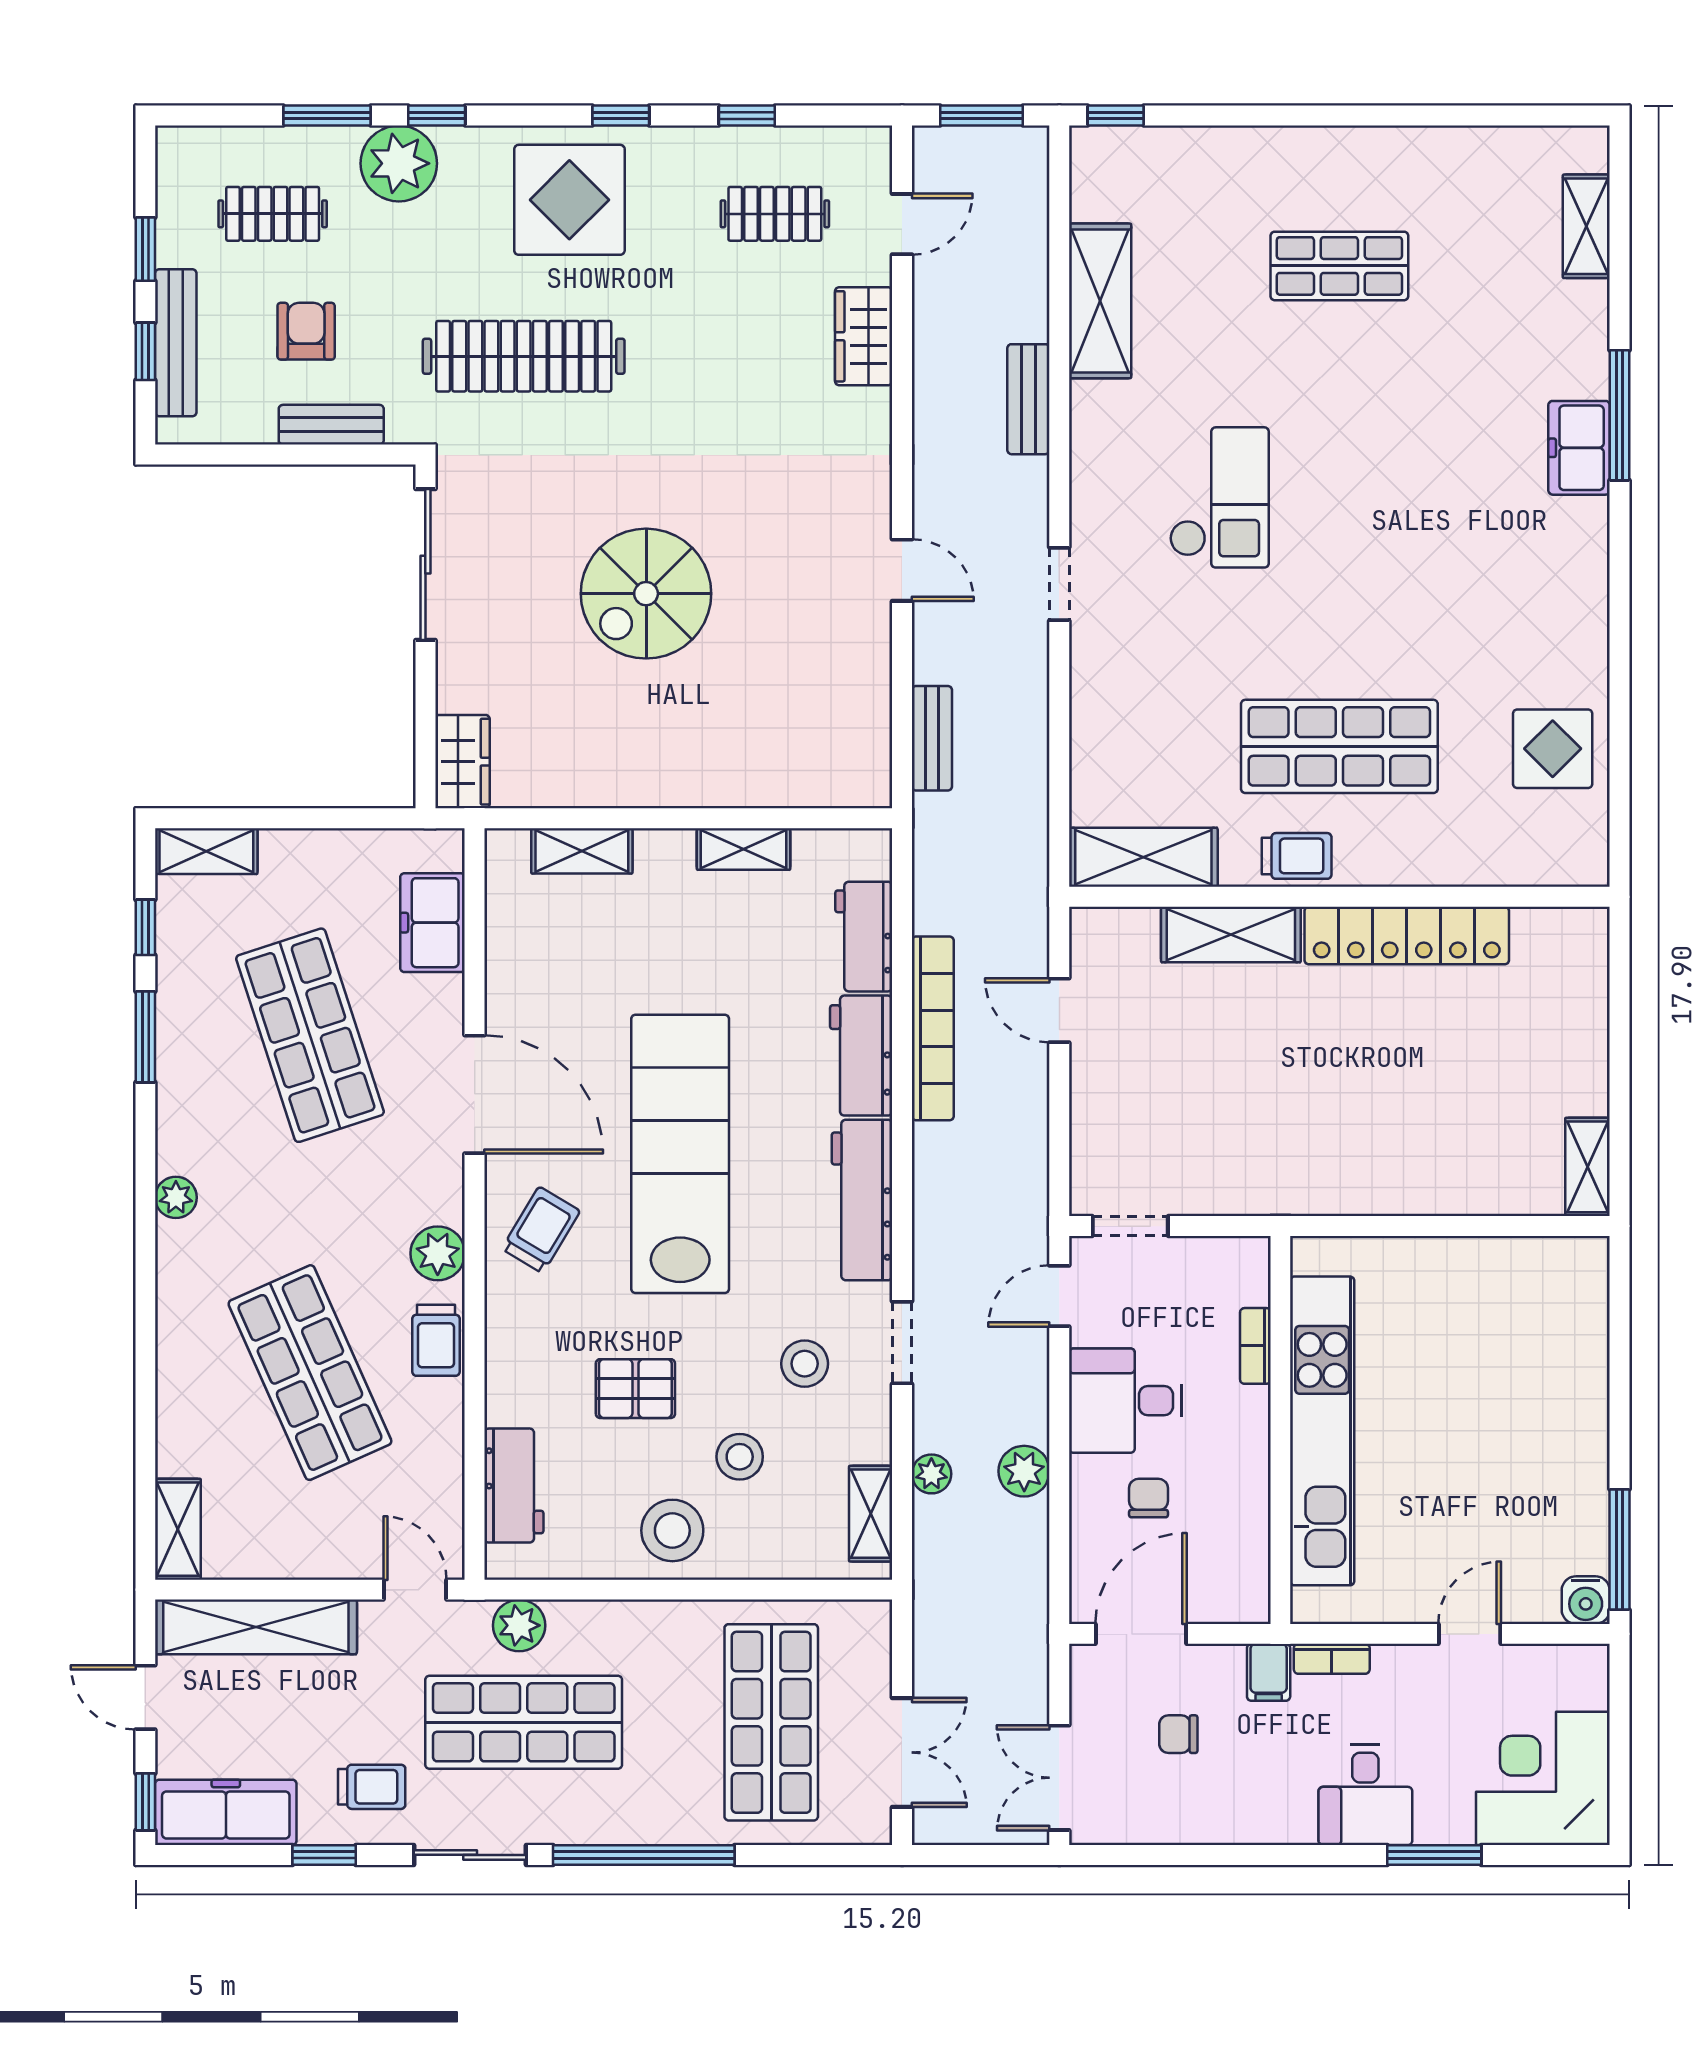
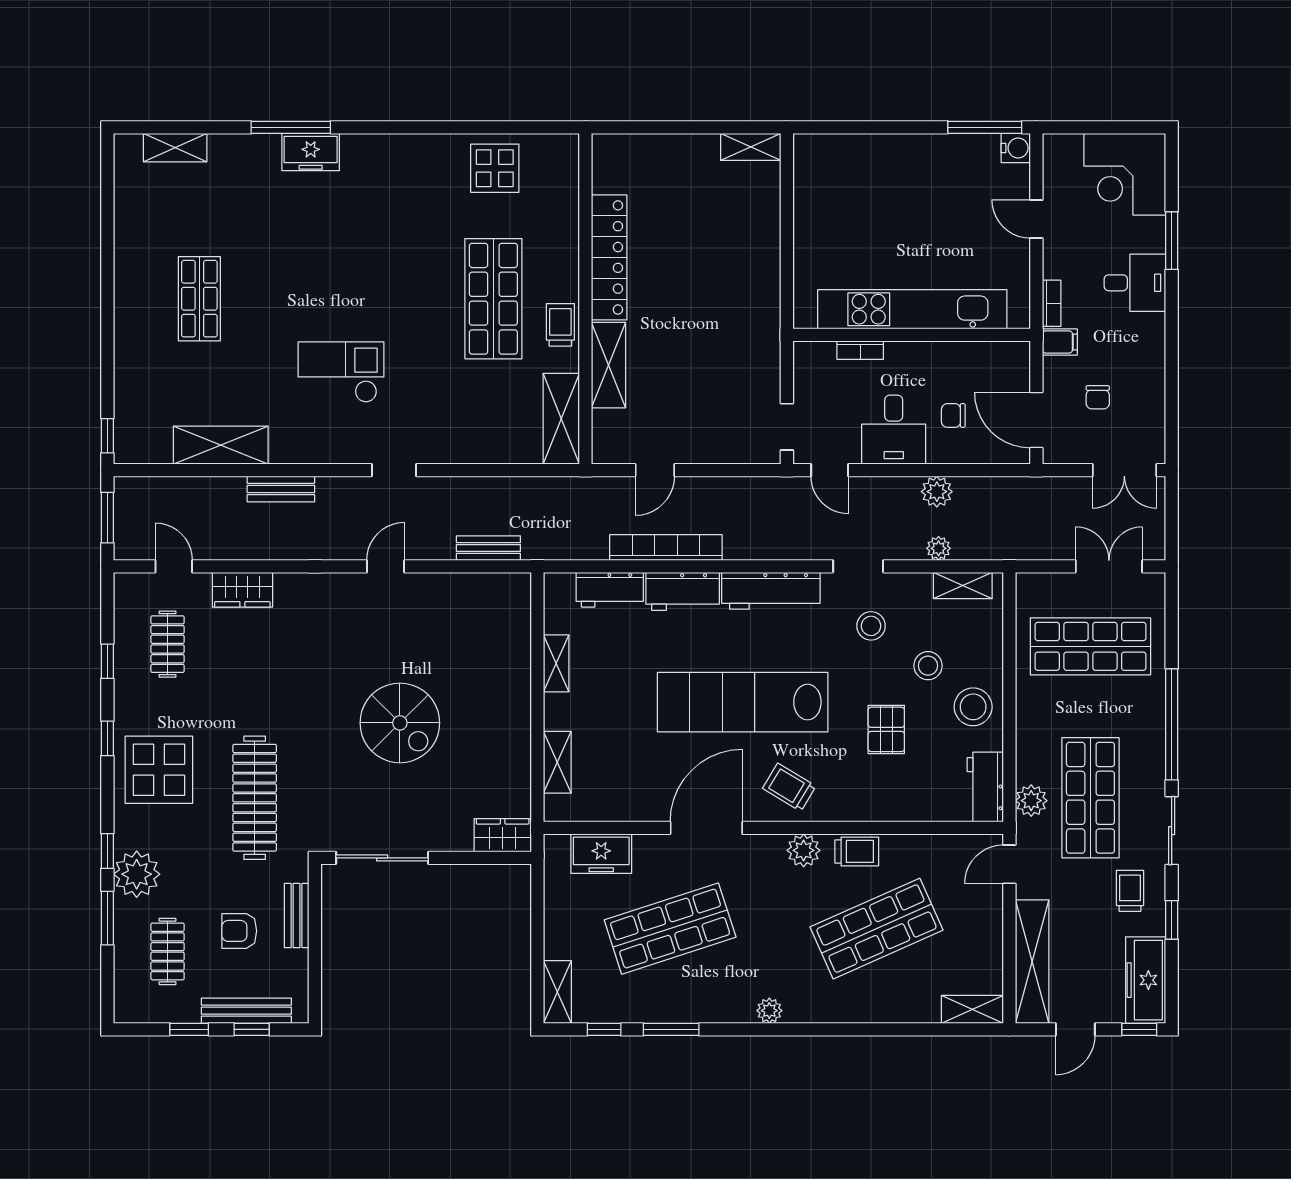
workbench: (514, 1486) -> (985, 787), moved, turned -90

